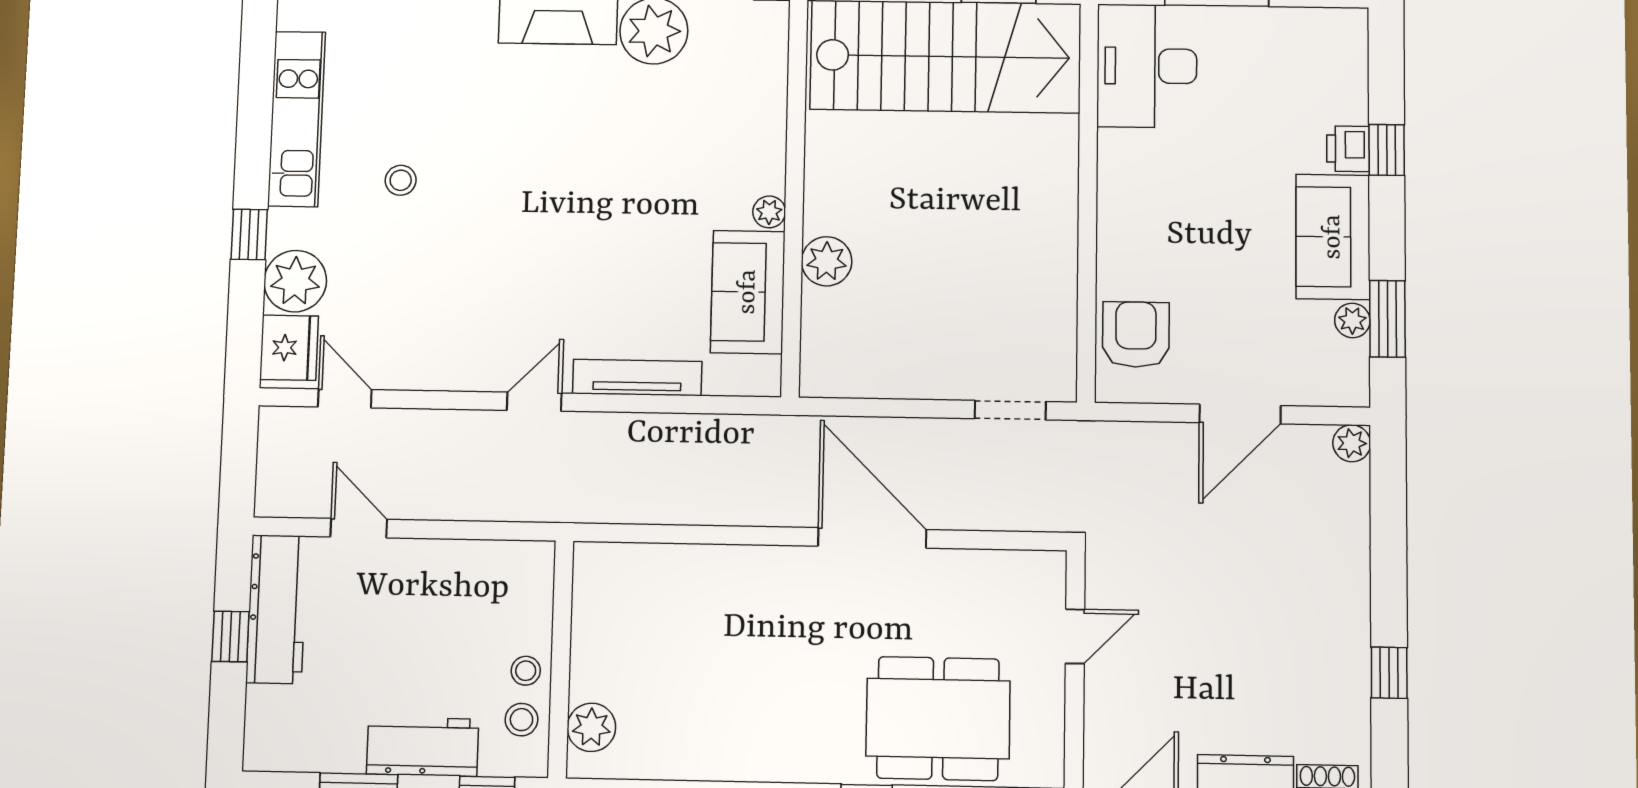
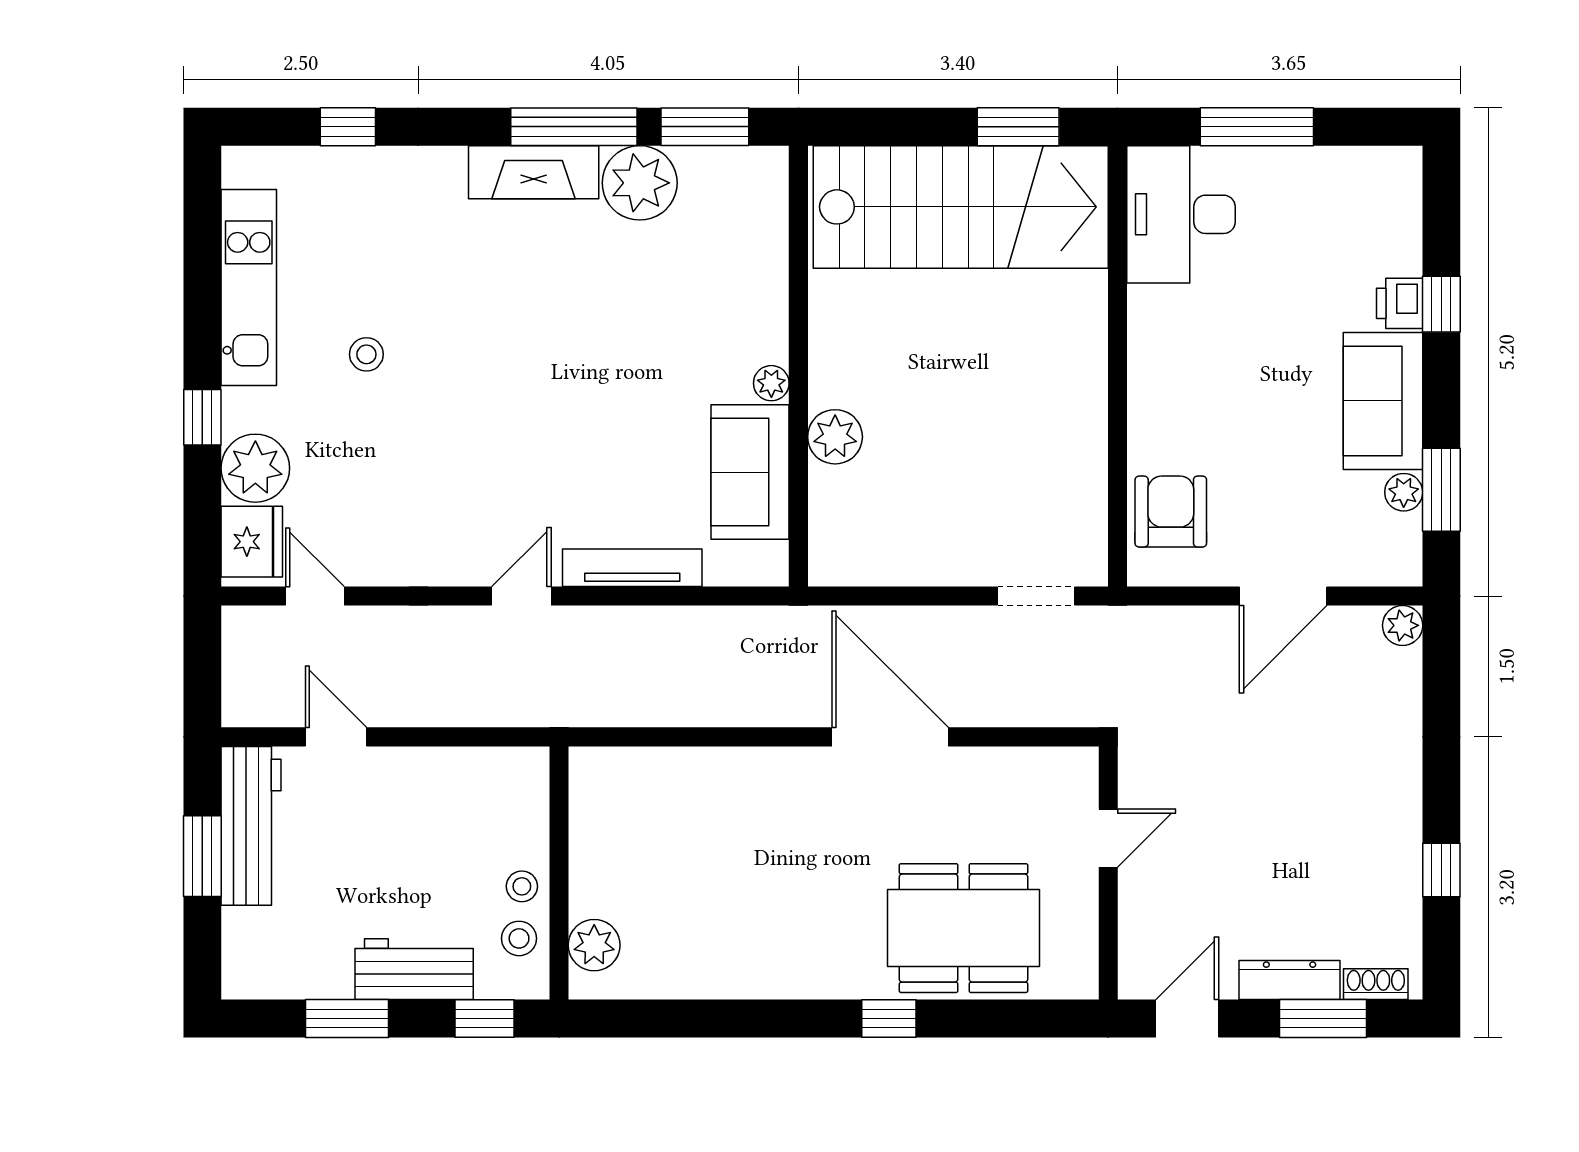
window: (230, 636) -> (202, 856), width x1.50

